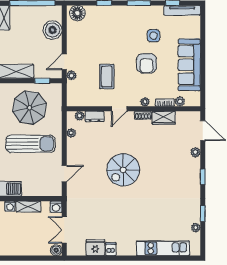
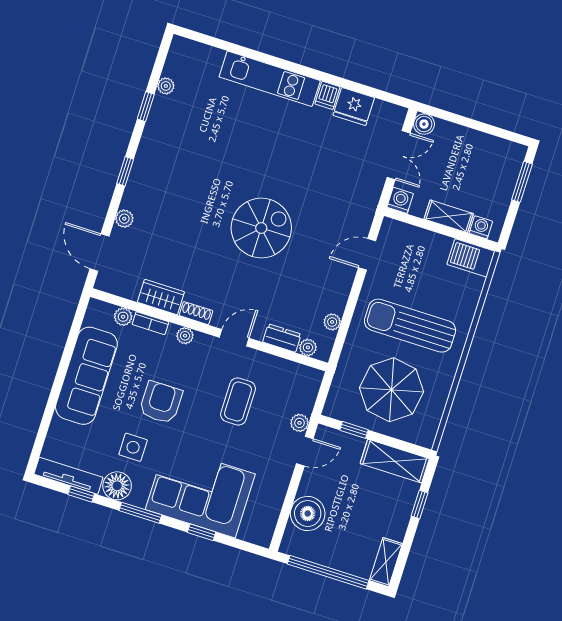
floor lamp: (77, 13) -> (117, 486), moved
corner sofa: (111, 24) -> (200, 492), added
kitchen unit: (163, 248) -> (270, 79), moved

